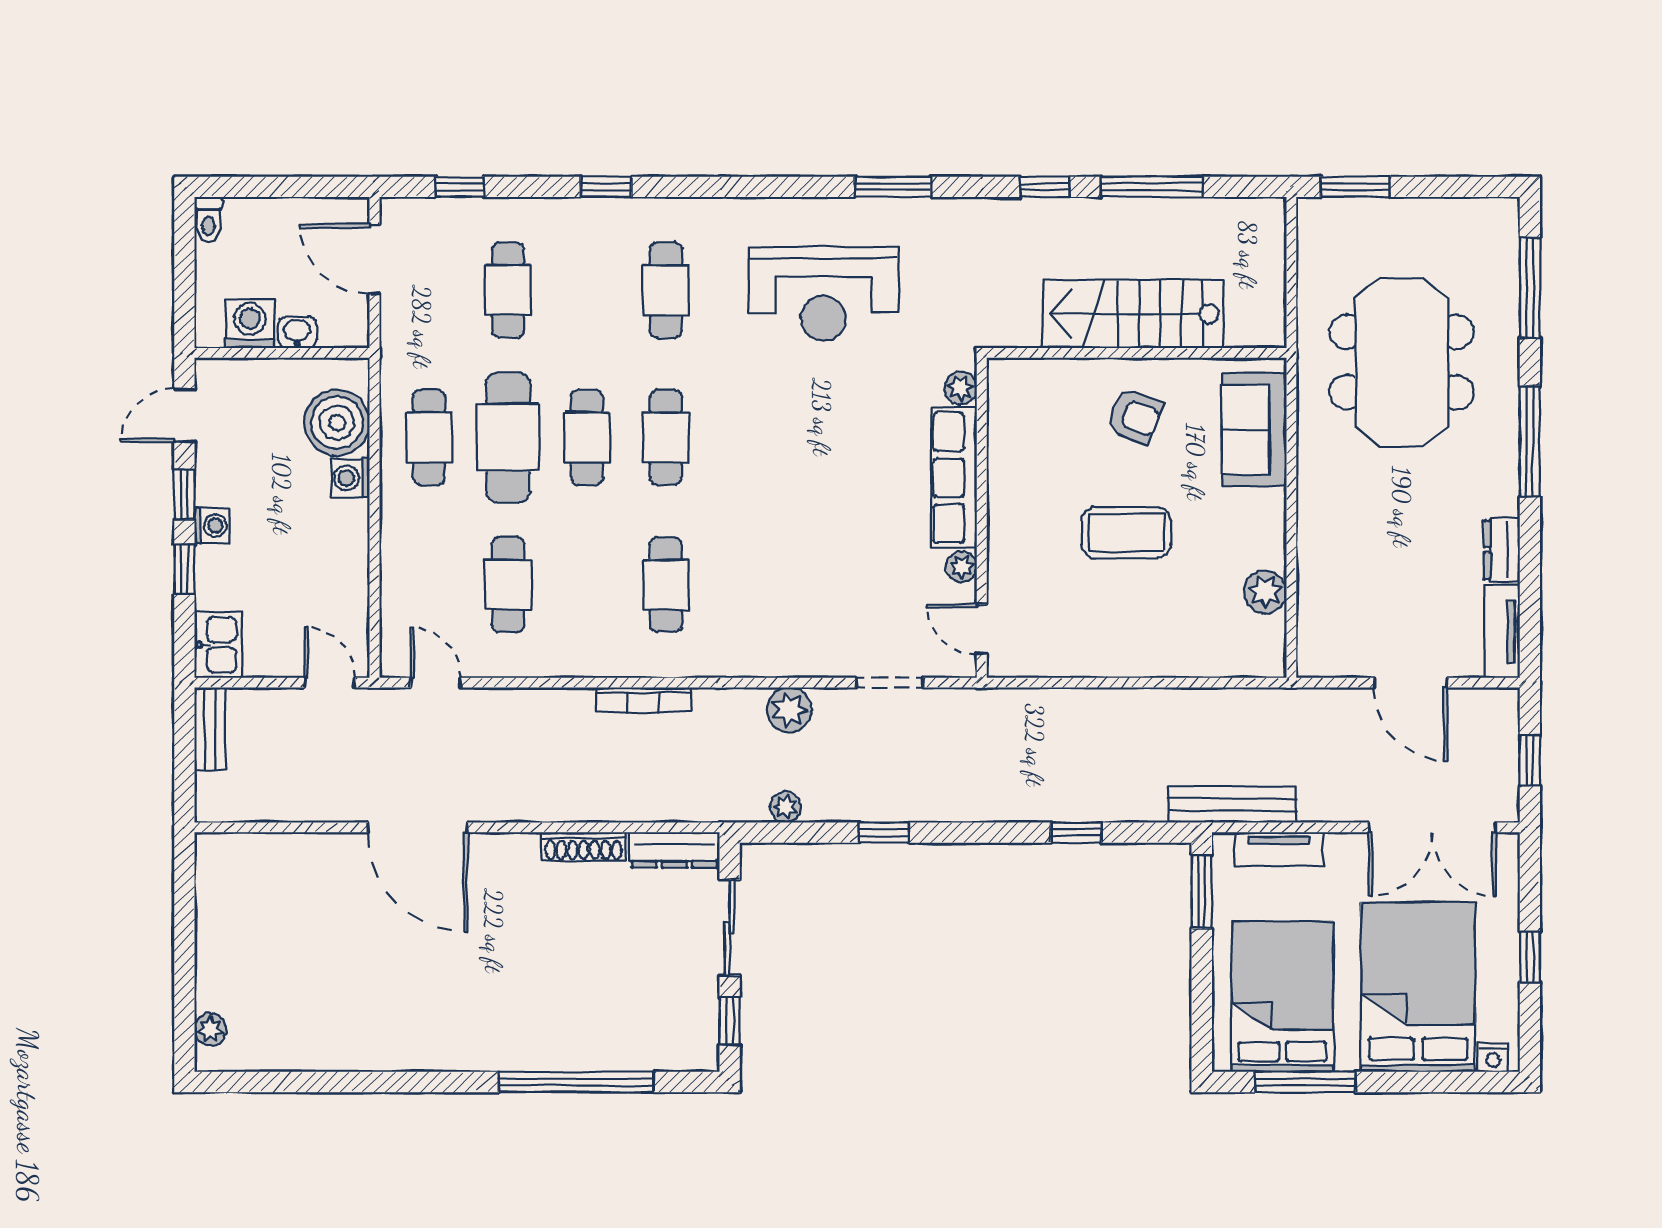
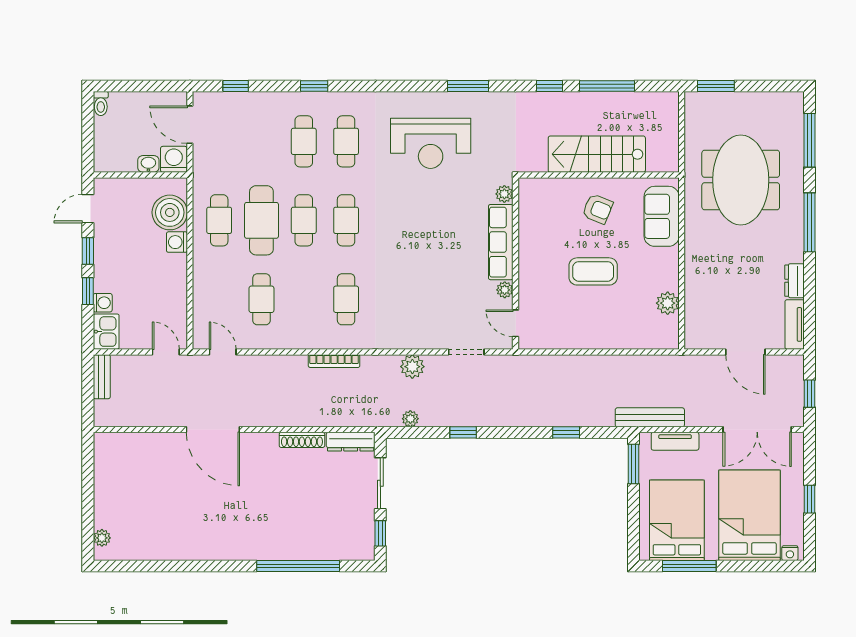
cafe table: (508, 290) -> (304, 141), moved
washing machine: (250, 324) -> (174, 159), moved
washing machine: (212, 525) -> (103, 303), moved

